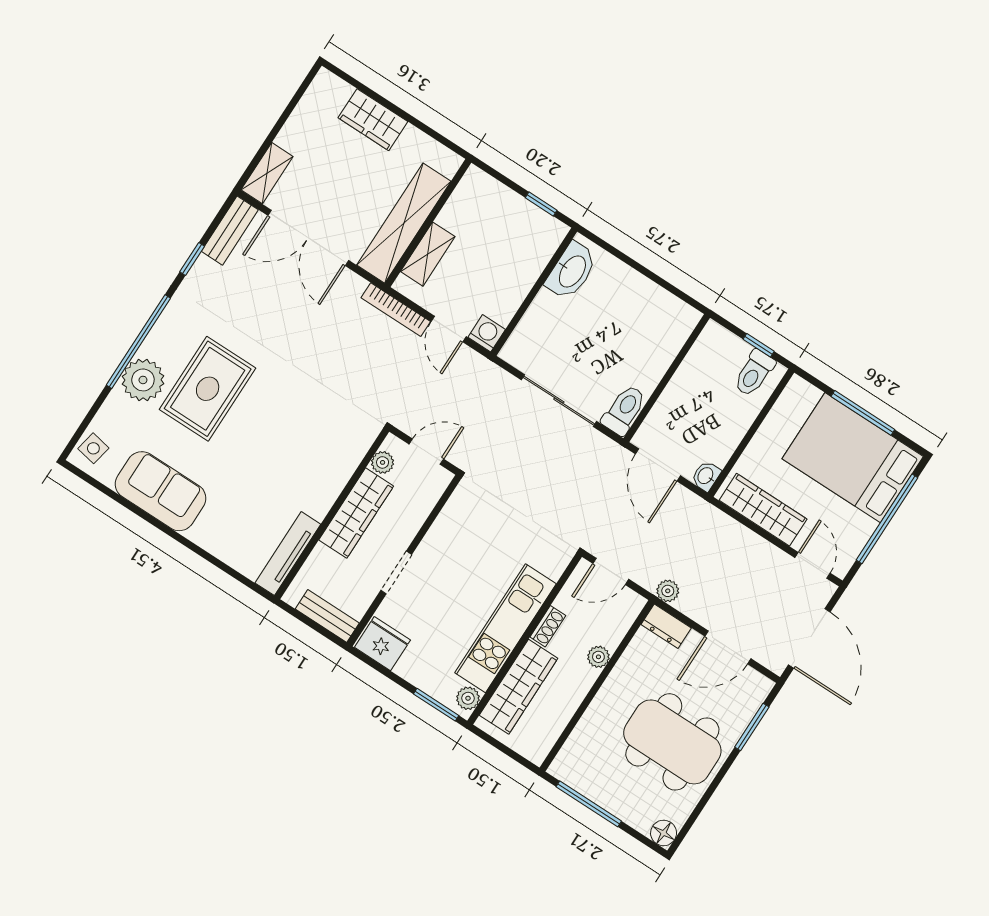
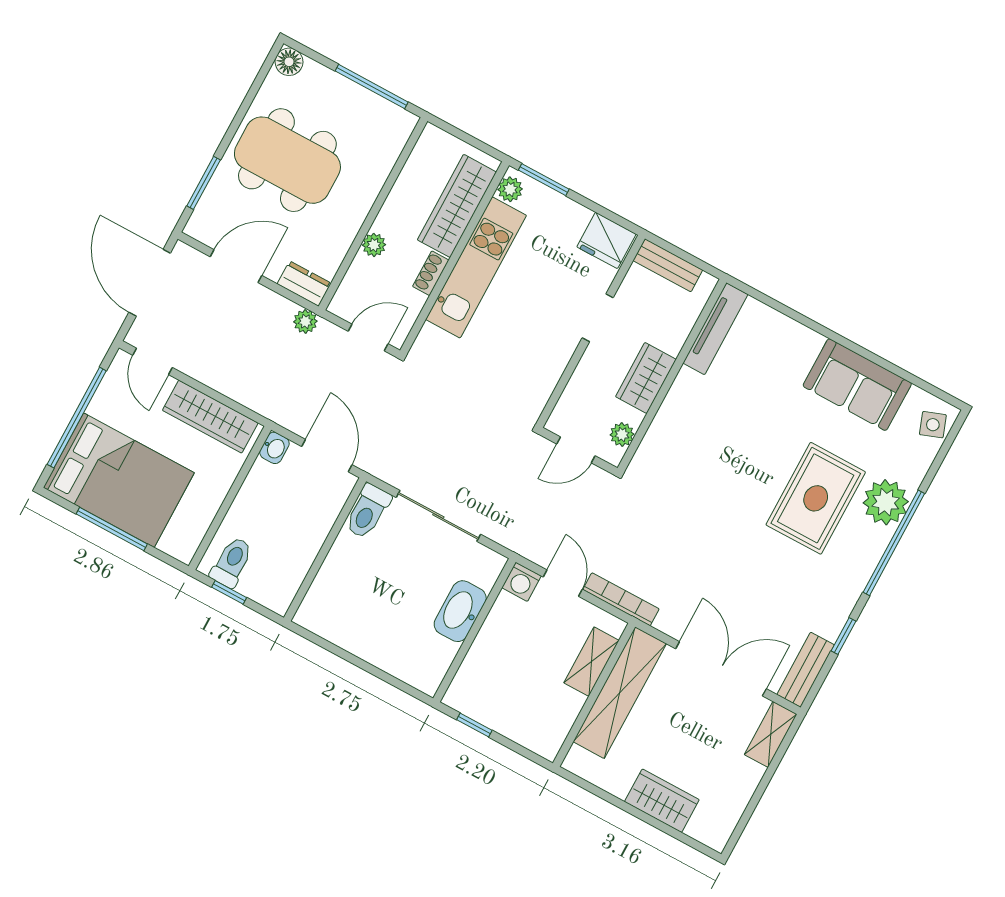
washbasin: (572, 271) -> (460, 611), moved
side table: (93, 448) -> (933, 425), turned -31
wardrobe: (356, 513) -> (646, 378), width x0.67

